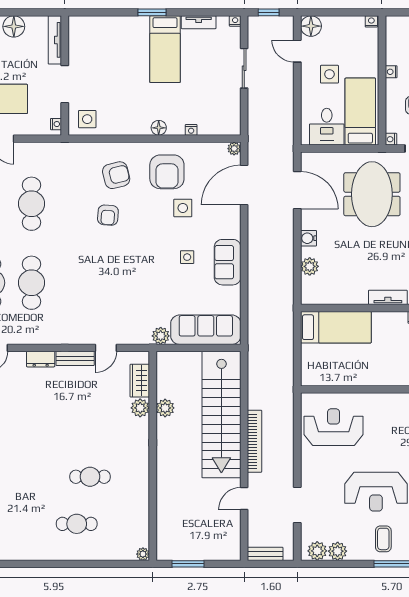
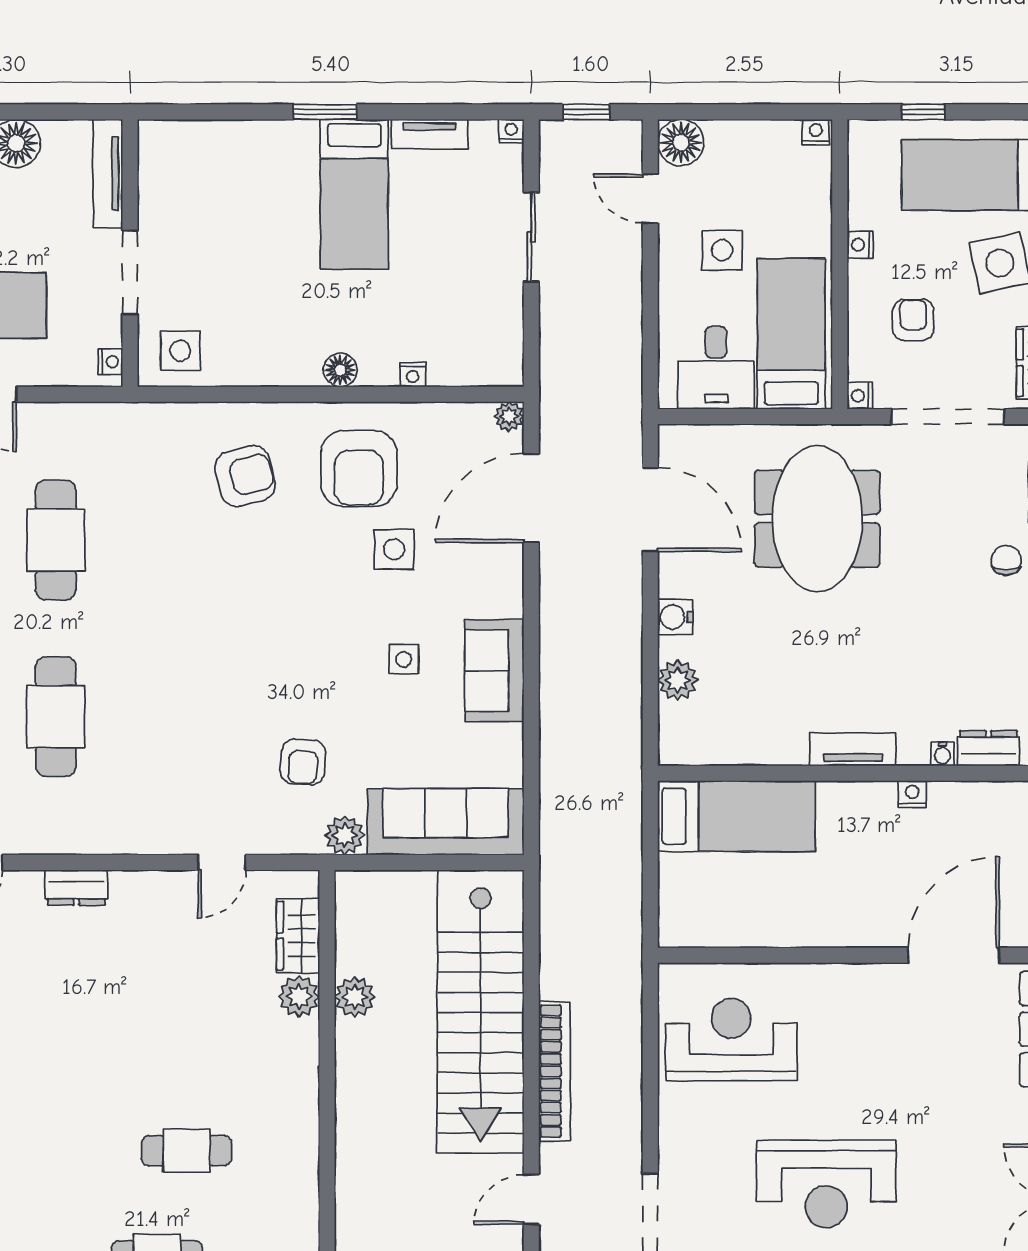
armchair: (108, 215) -> (303, 762), moved
bench: (75, 358) -> (153, 886), removed

